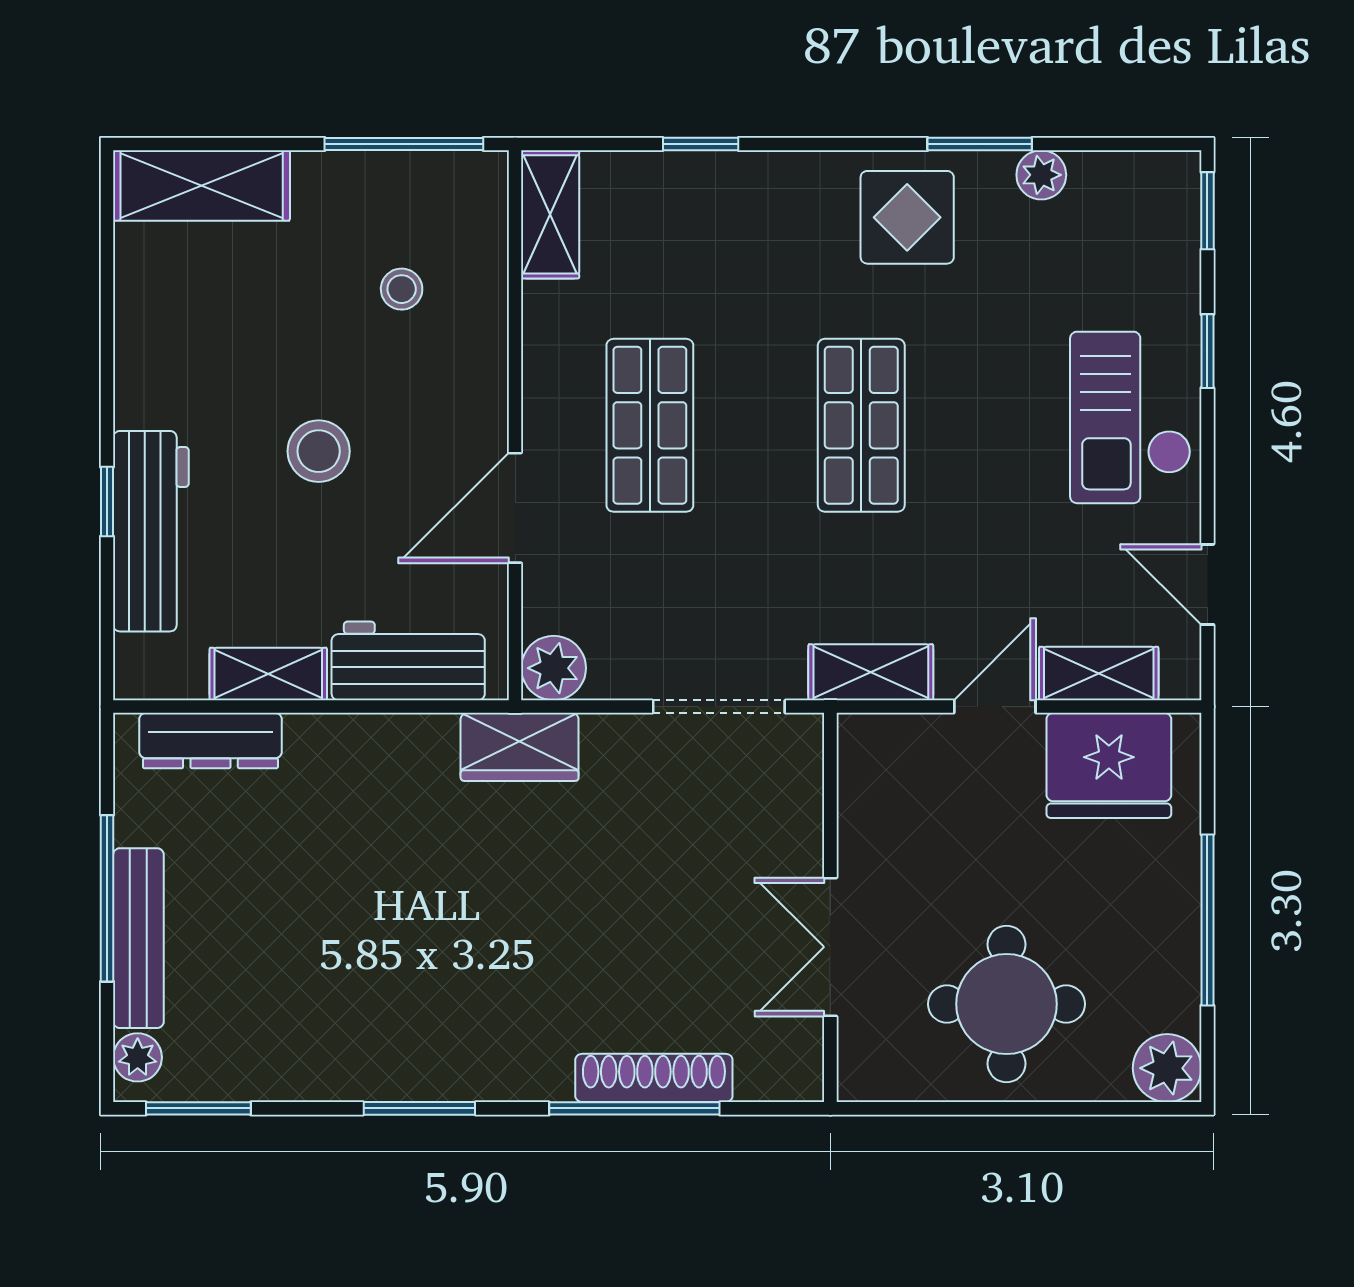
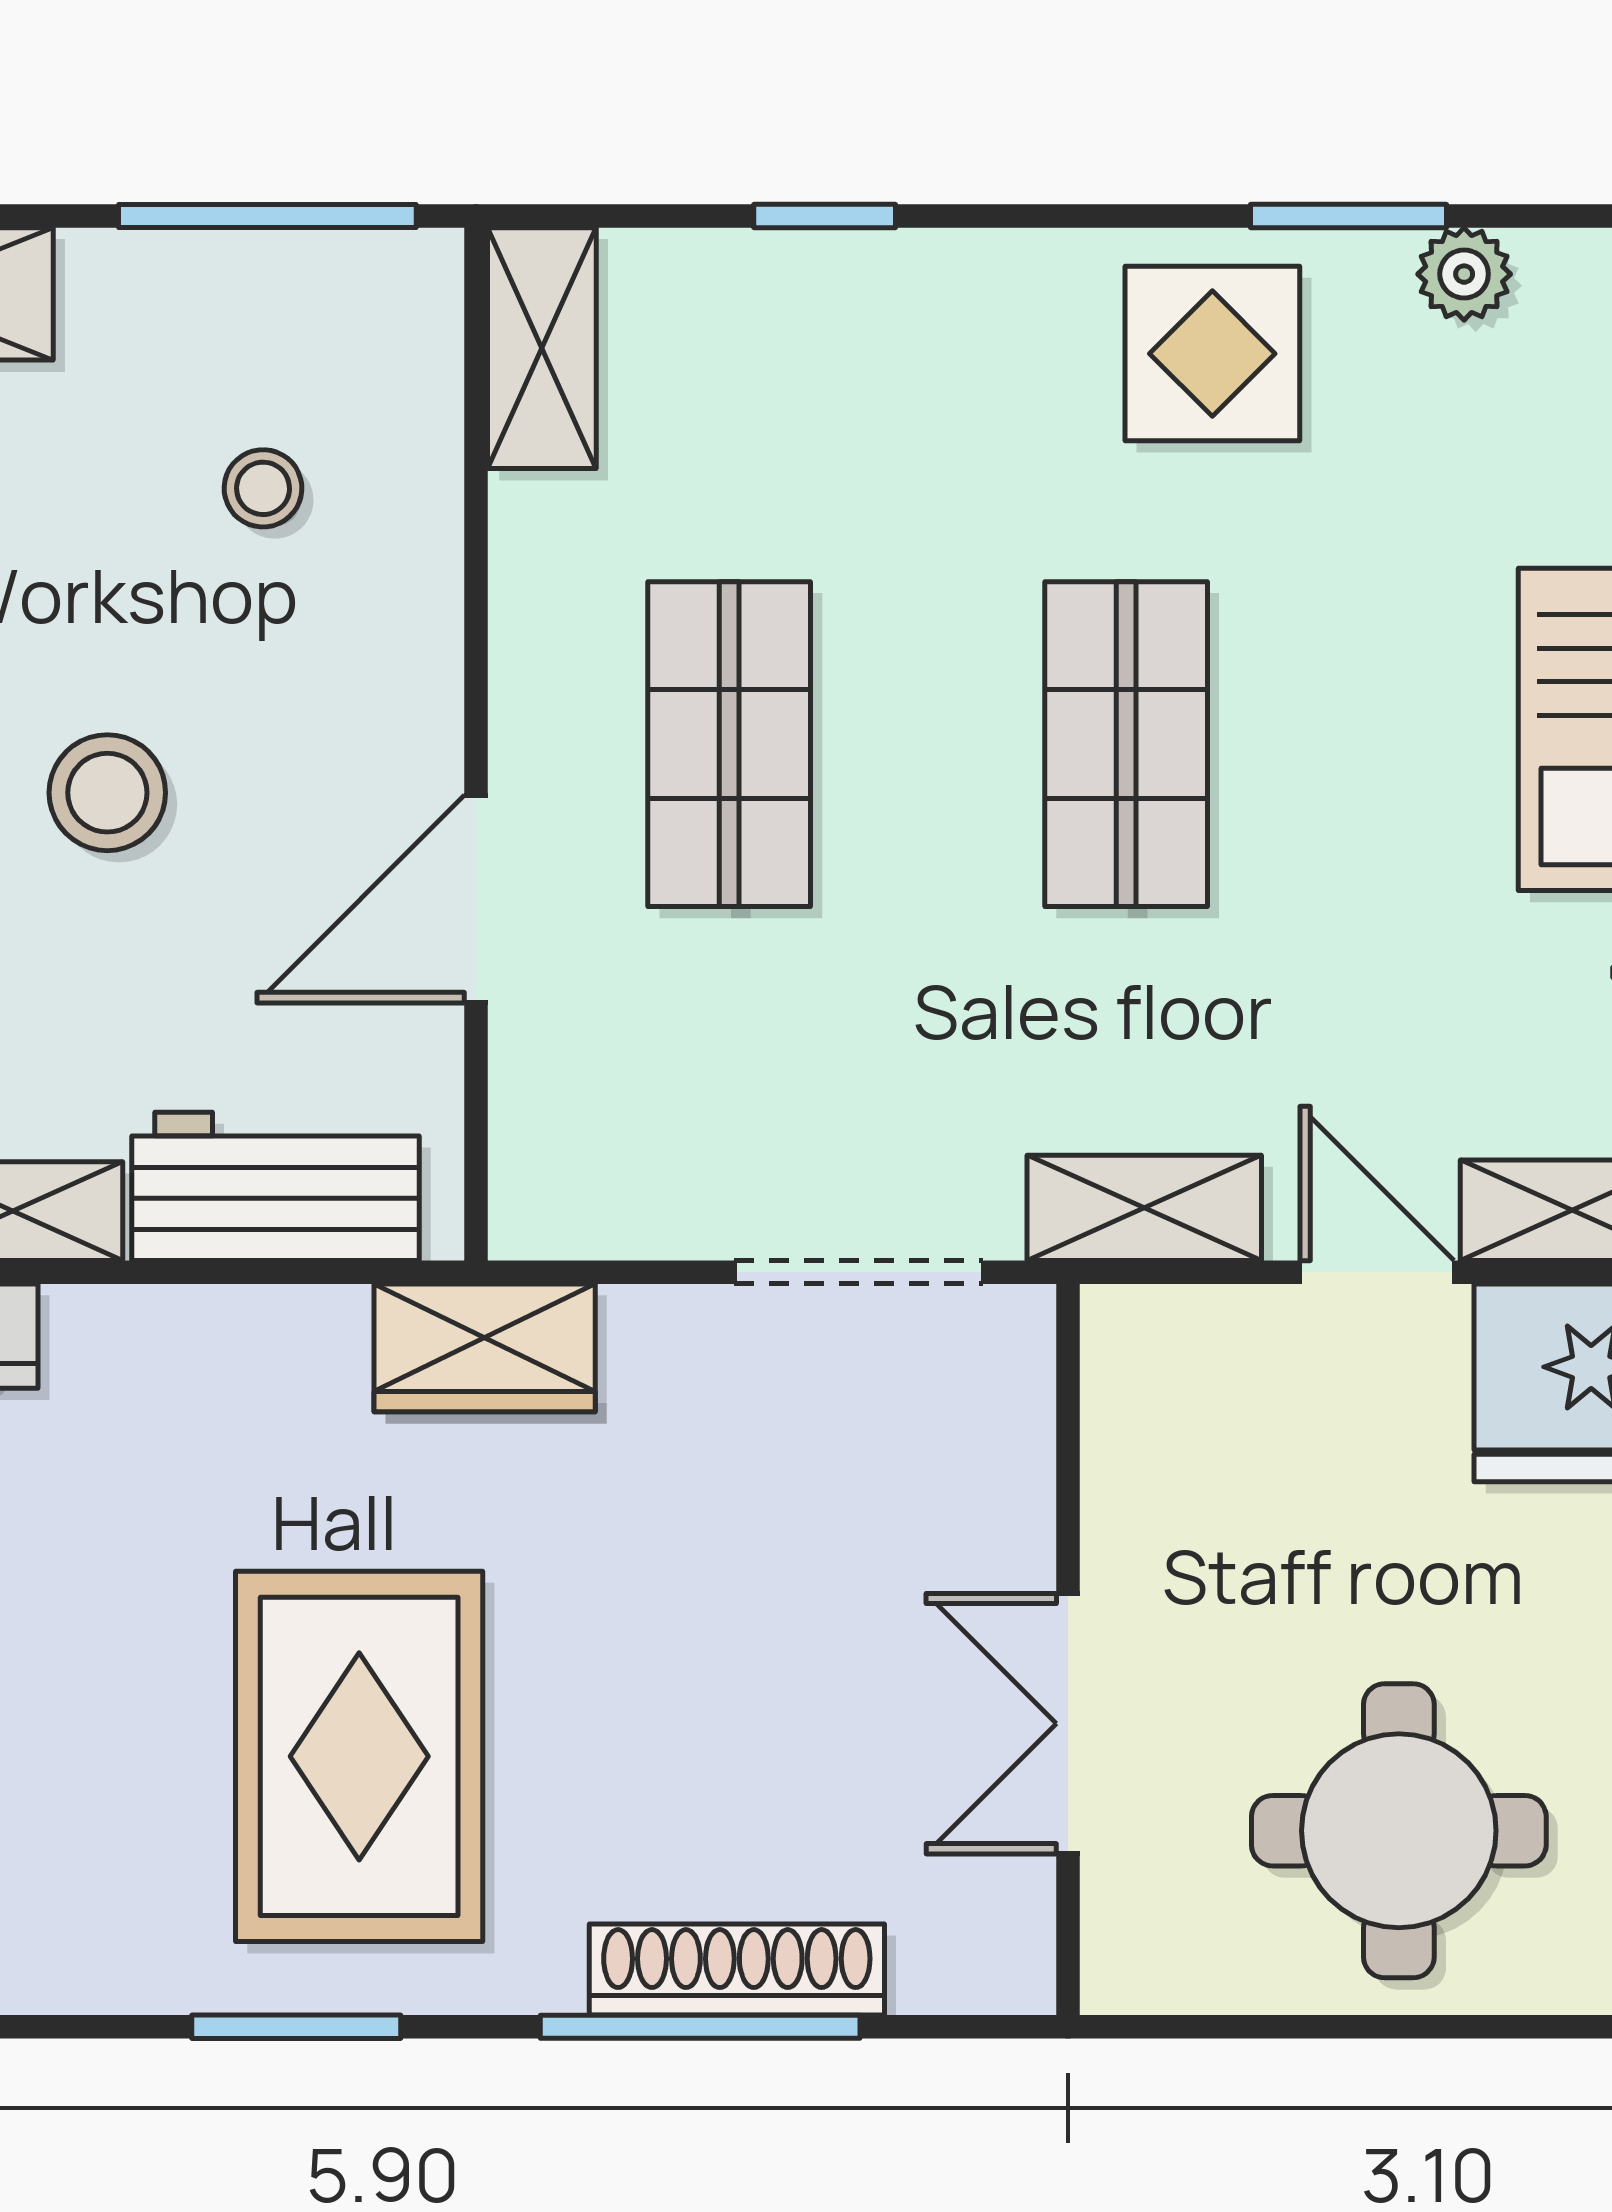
plant: (554, 668) -> (548, 1200), removed
door: (995, 707) -> (1377, 1272), hinge flipped
rug: (453, 964) -> (359, 1756), added

